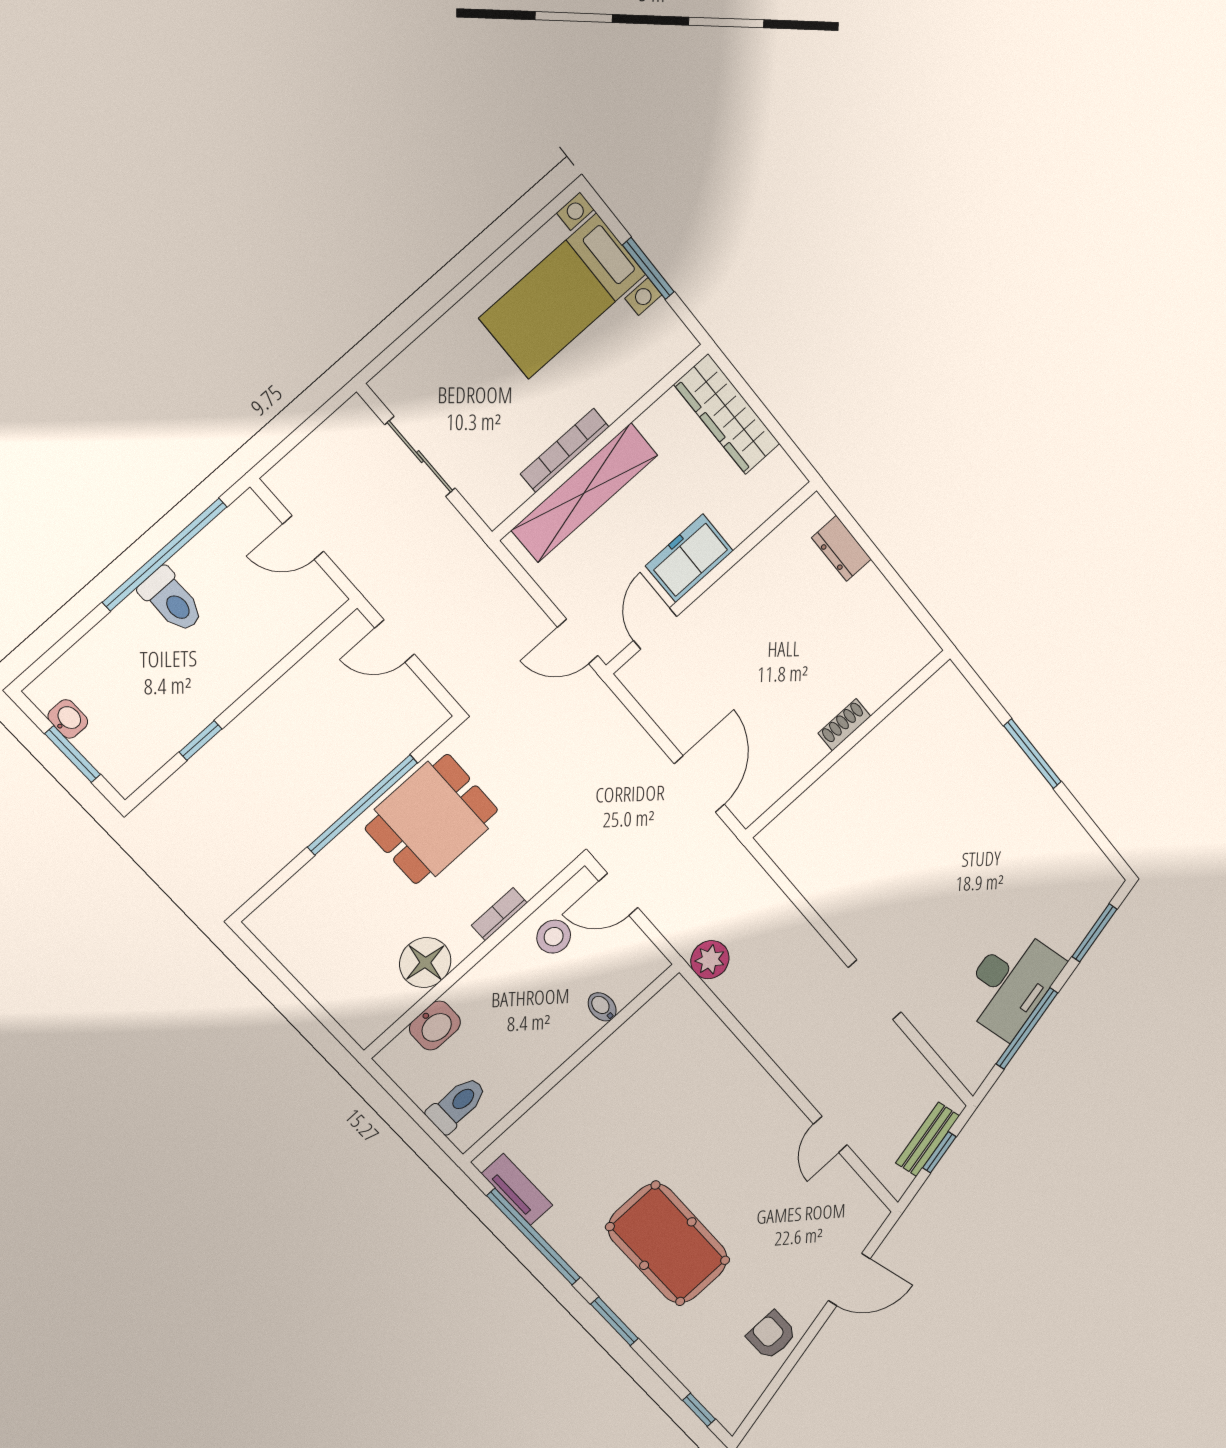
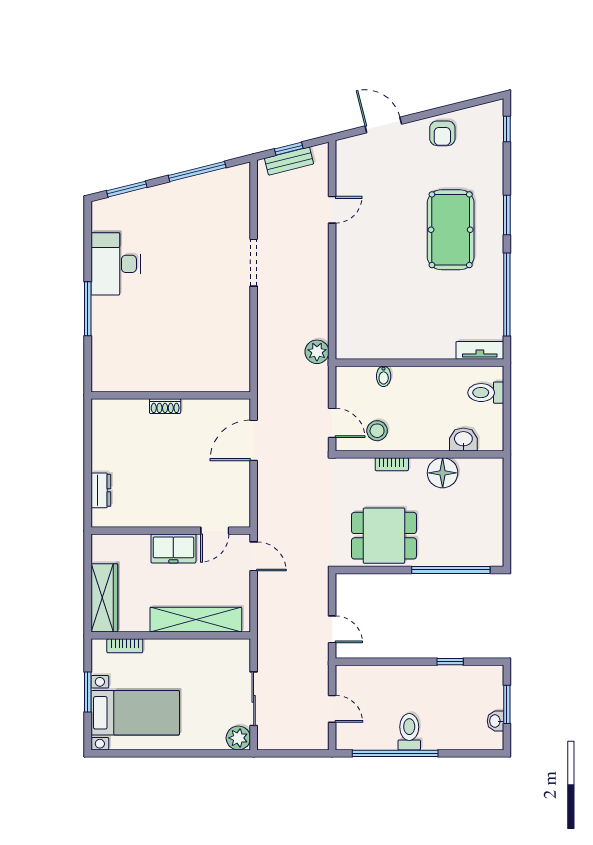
plant: (396, 385) -> (238, 738), added
bookcase: (565, 450) -> (125, 646), moved, width x0.64
window: (362, 805) -> (451, 570), moved
desk: (1011, 983) -> (116, 264), moved, turned -76
tv unit: (517, 1189) -> (480, 350), moved, turned 90

